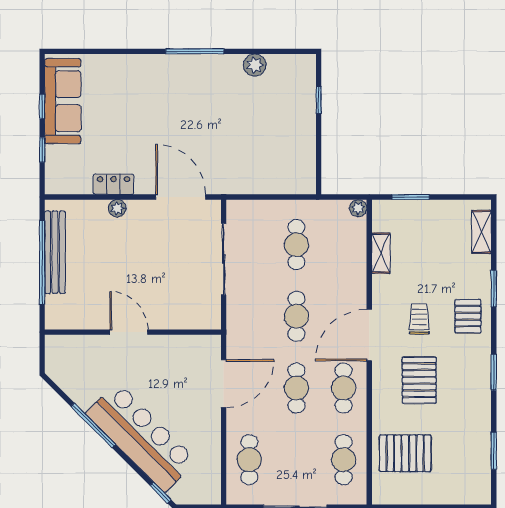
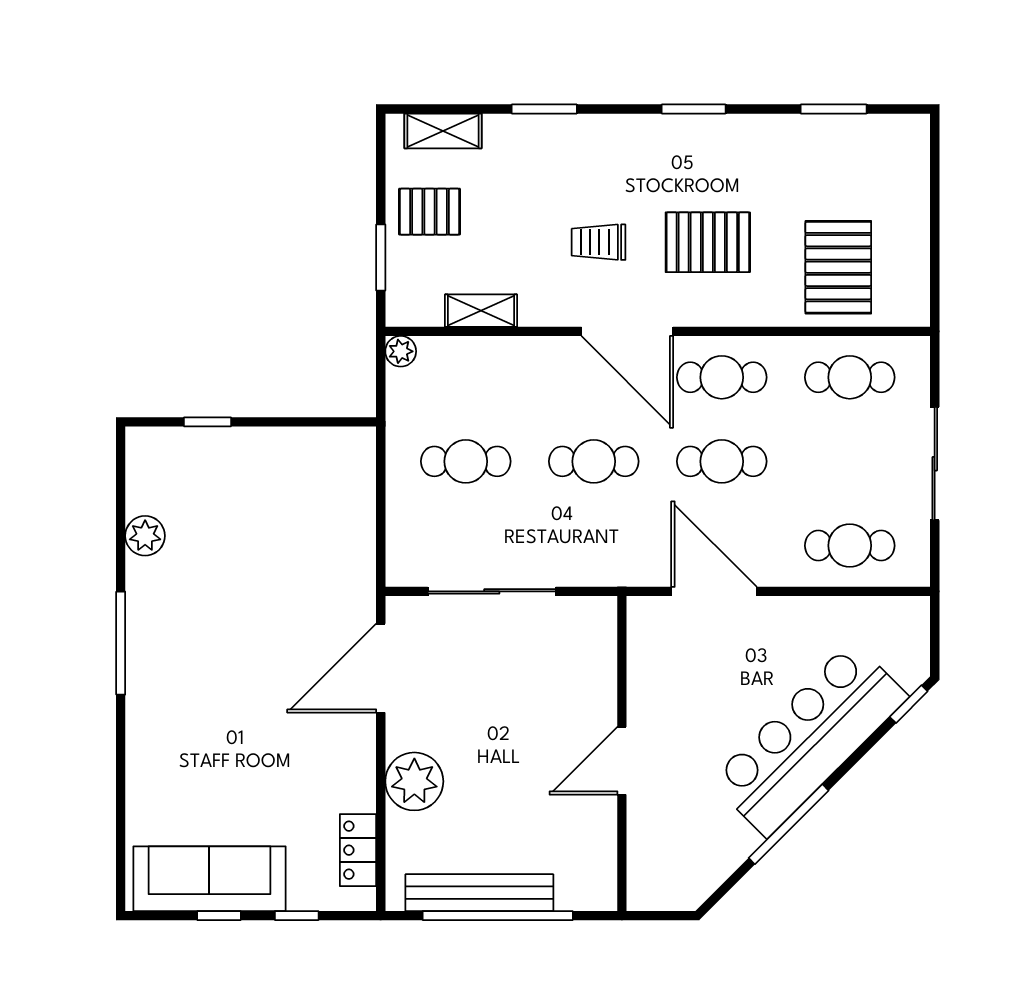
locker: (113, 184) -> (358, 850), moved
plant: (117, 208) -> (414, 781), width x1.87, depth x1.87
pallet: (468, 316) -> (430, 212), moved

